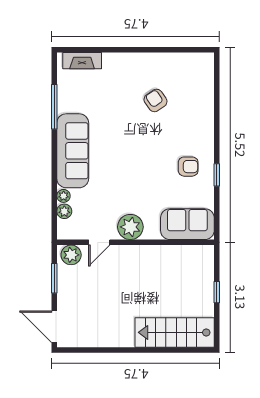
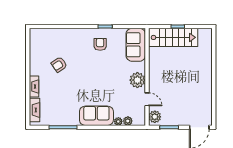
fireplace: (120, 60) -> (34, 86), added
sofa: (73, 151) -> (96, 116), width x0.73
stairs: (175, 332) -> (173, 37), moved, turned -90

